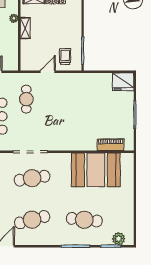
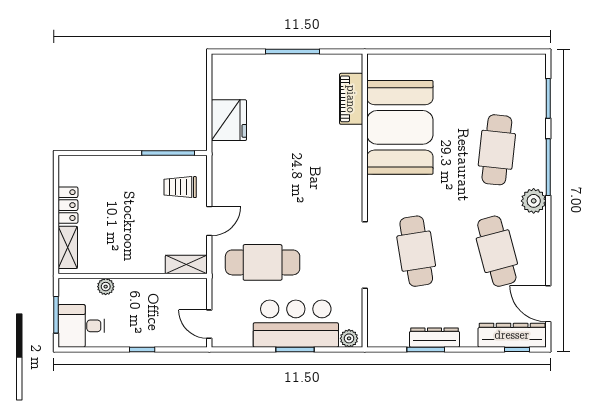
shelving: (25, 28) -> (186, 264), moved
door: (48, 72) -> (209, 221), swing flipped
fridge: (123, 82) -> (229, 120), moved
cafe table: (26, 99) -> (263, 262), width x1.37, depth x1.35
plant: (119, 239) -> (534, 201), moved

